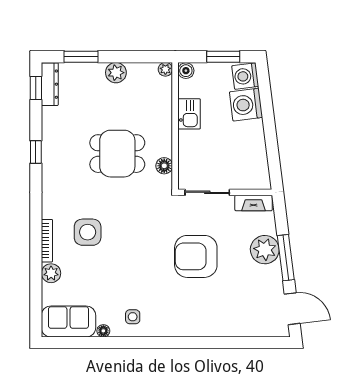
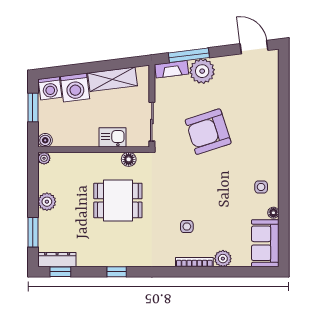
kitchen sink: (189, 114) -> (113, 137), moved
shelving: (255, 147) -> (112, 79), added
dining table: (117, 154) -> (118, 200), turned 90
fireplace: (254, 203) -> (172, 69), moved, turned 83
side table: (88, 232) -> (187, 227), width x0.54, depth x0.54
armchair: (196, 256) -> (208, 132), turned 72
window: (286, 258) -> (189, 55), moved
door: (292, 309) -> (254, 47), hinge flipped

